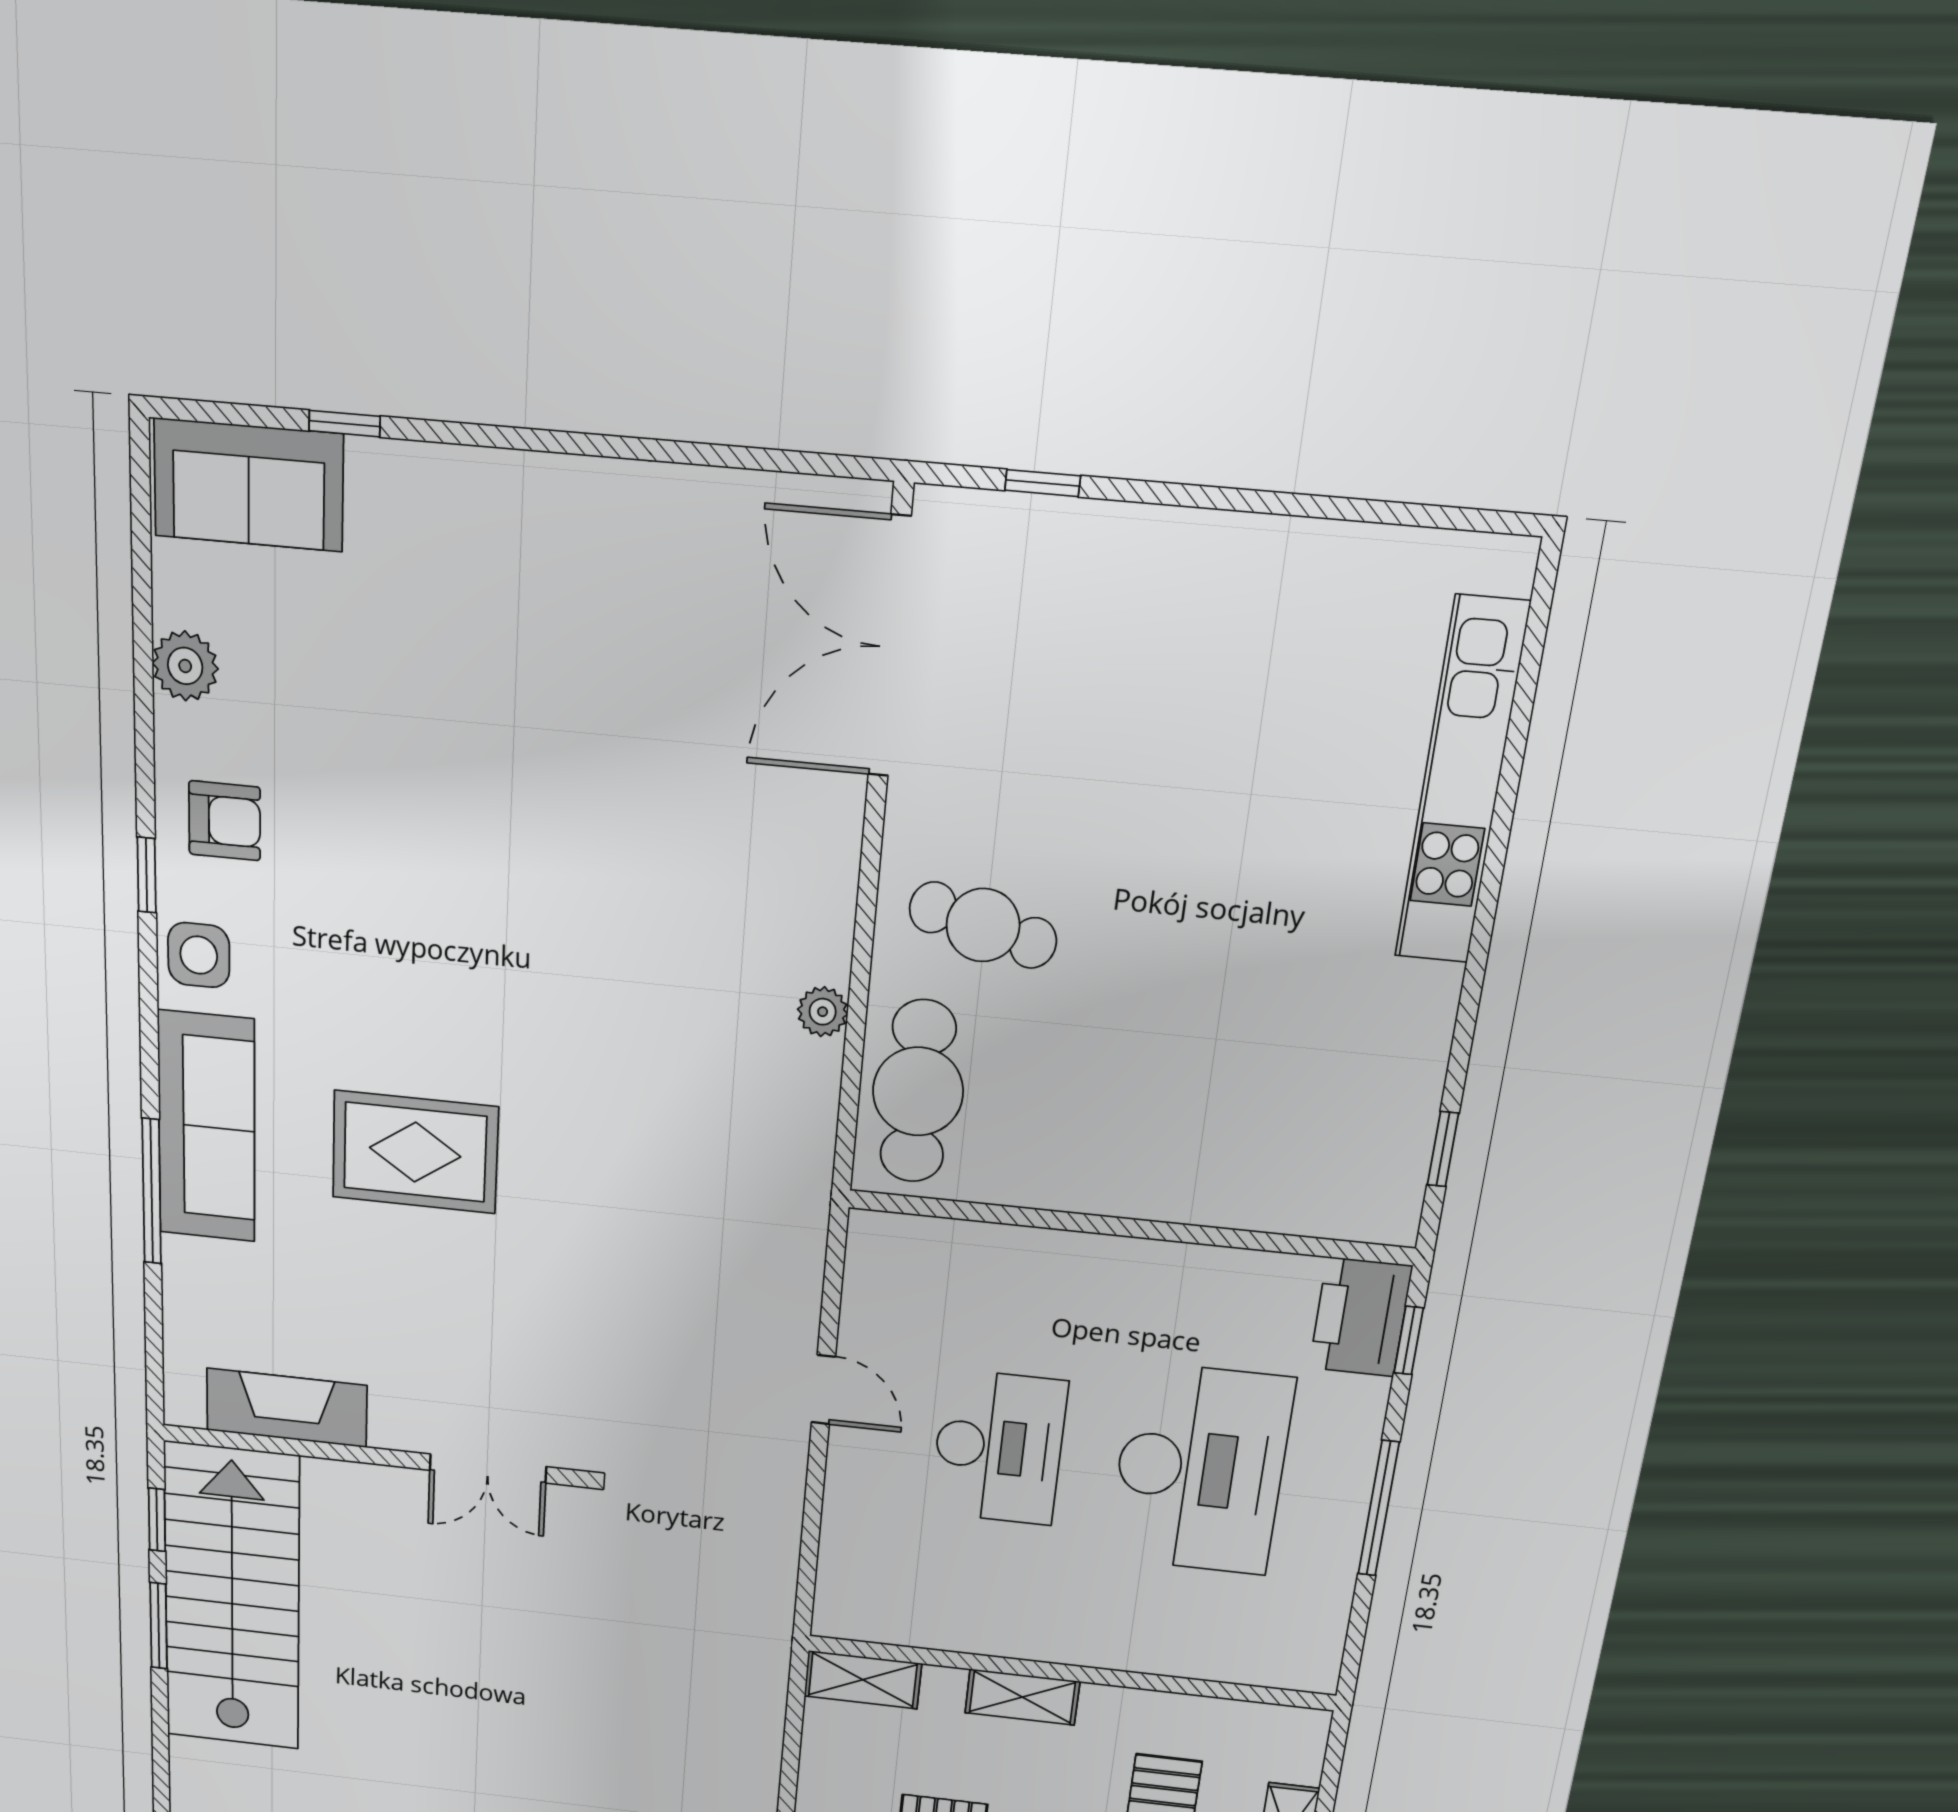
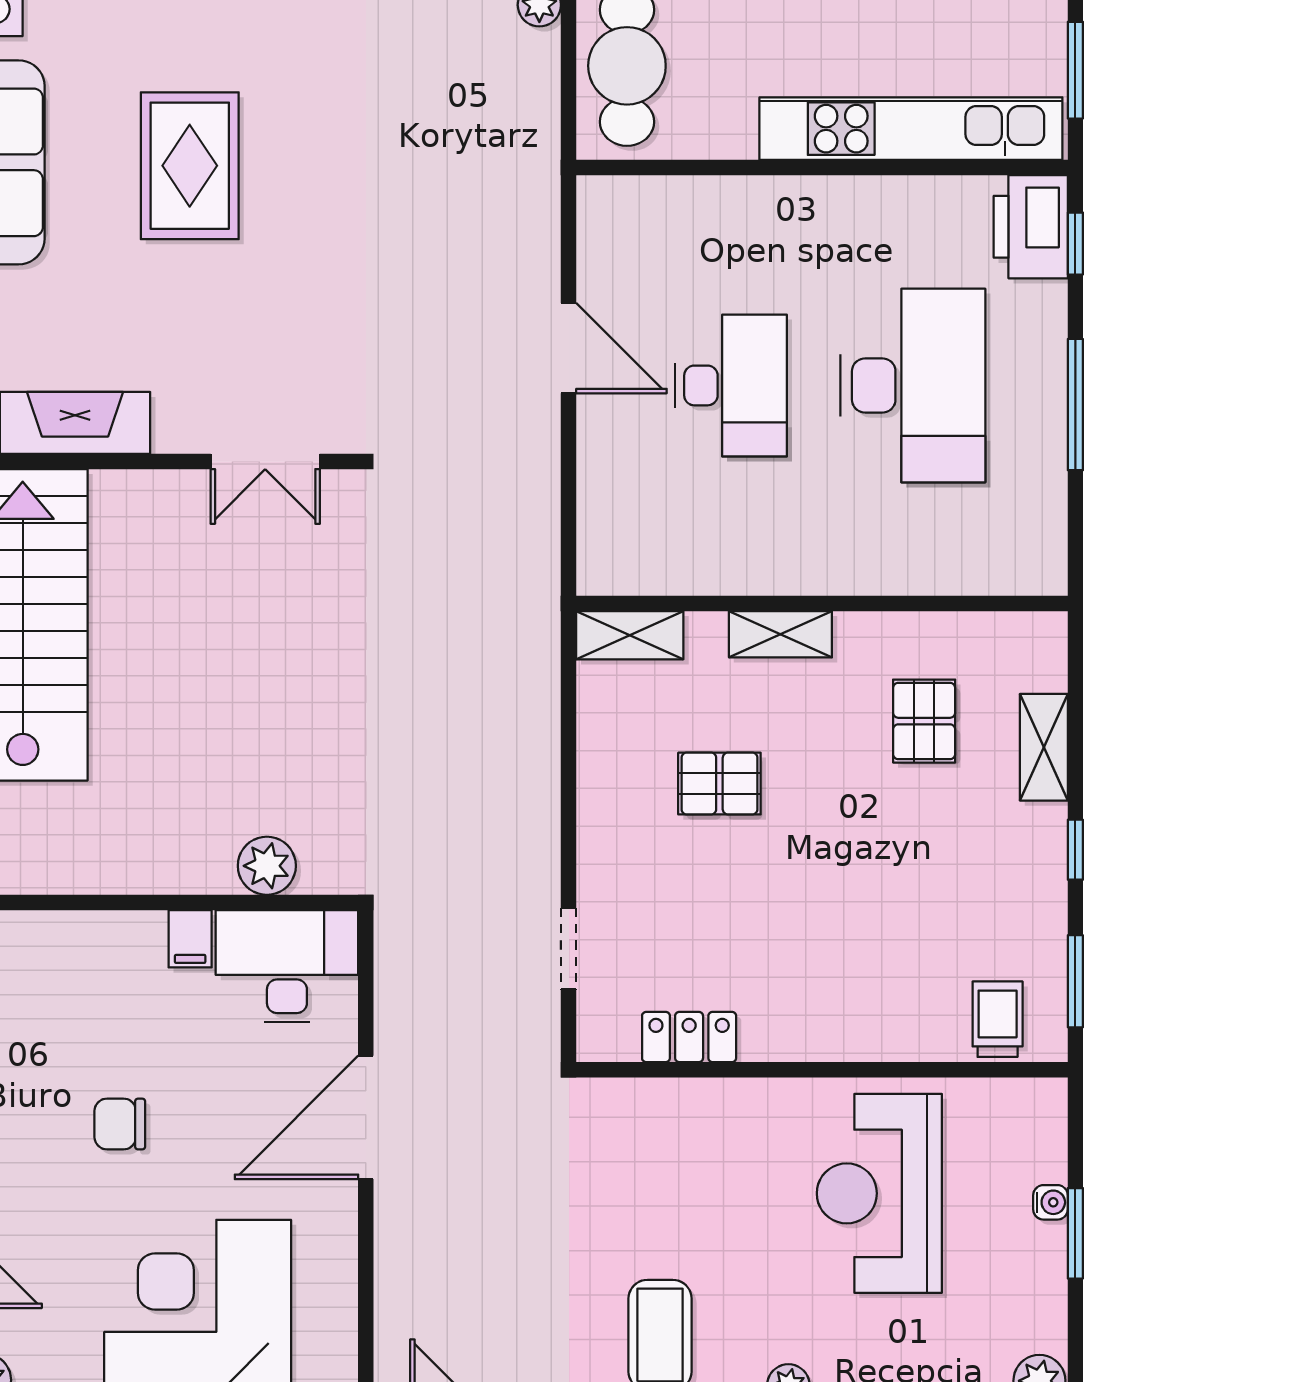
window: (1443, 1149) -> (1075, 70), width x1.50
rug: (415, 1152) -> (190, 166), turned 90
kitchen unit: (1239, 1195) -> (911, 129), added
door: (823, 1390) -> (569, 348), width x1.38

